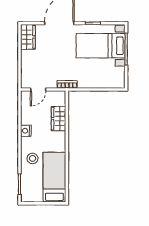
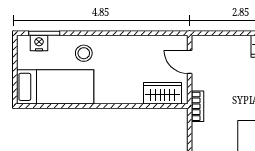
wardrobe: (59, 119) -> (163, 93), moved
nightstand: (26, 131) -> (39, 43), moved

